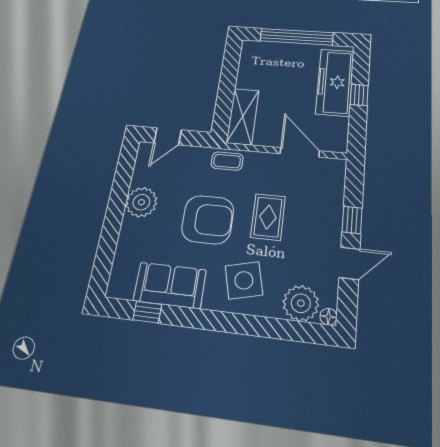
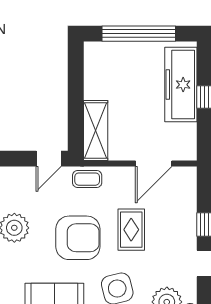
door: (168, 136) -> (49, 159), moved
door: (300, 152) -> (154, 164), swing flipped

